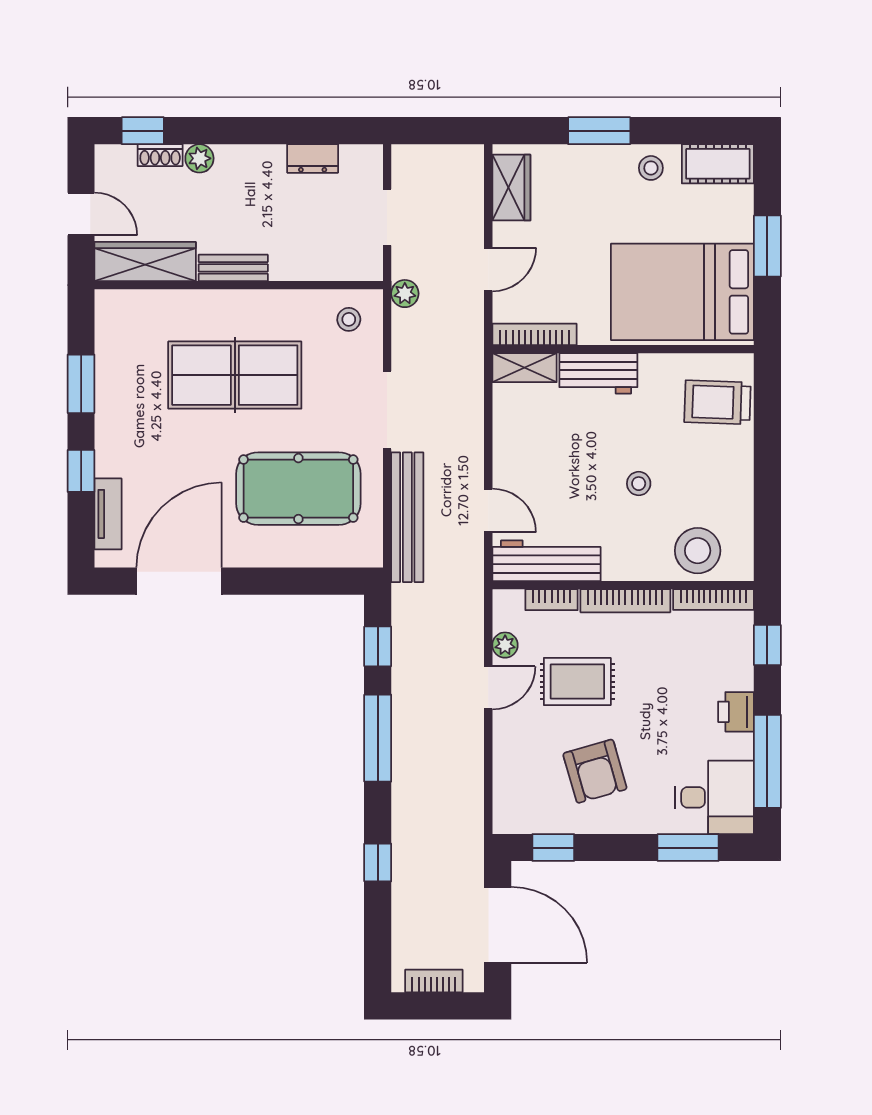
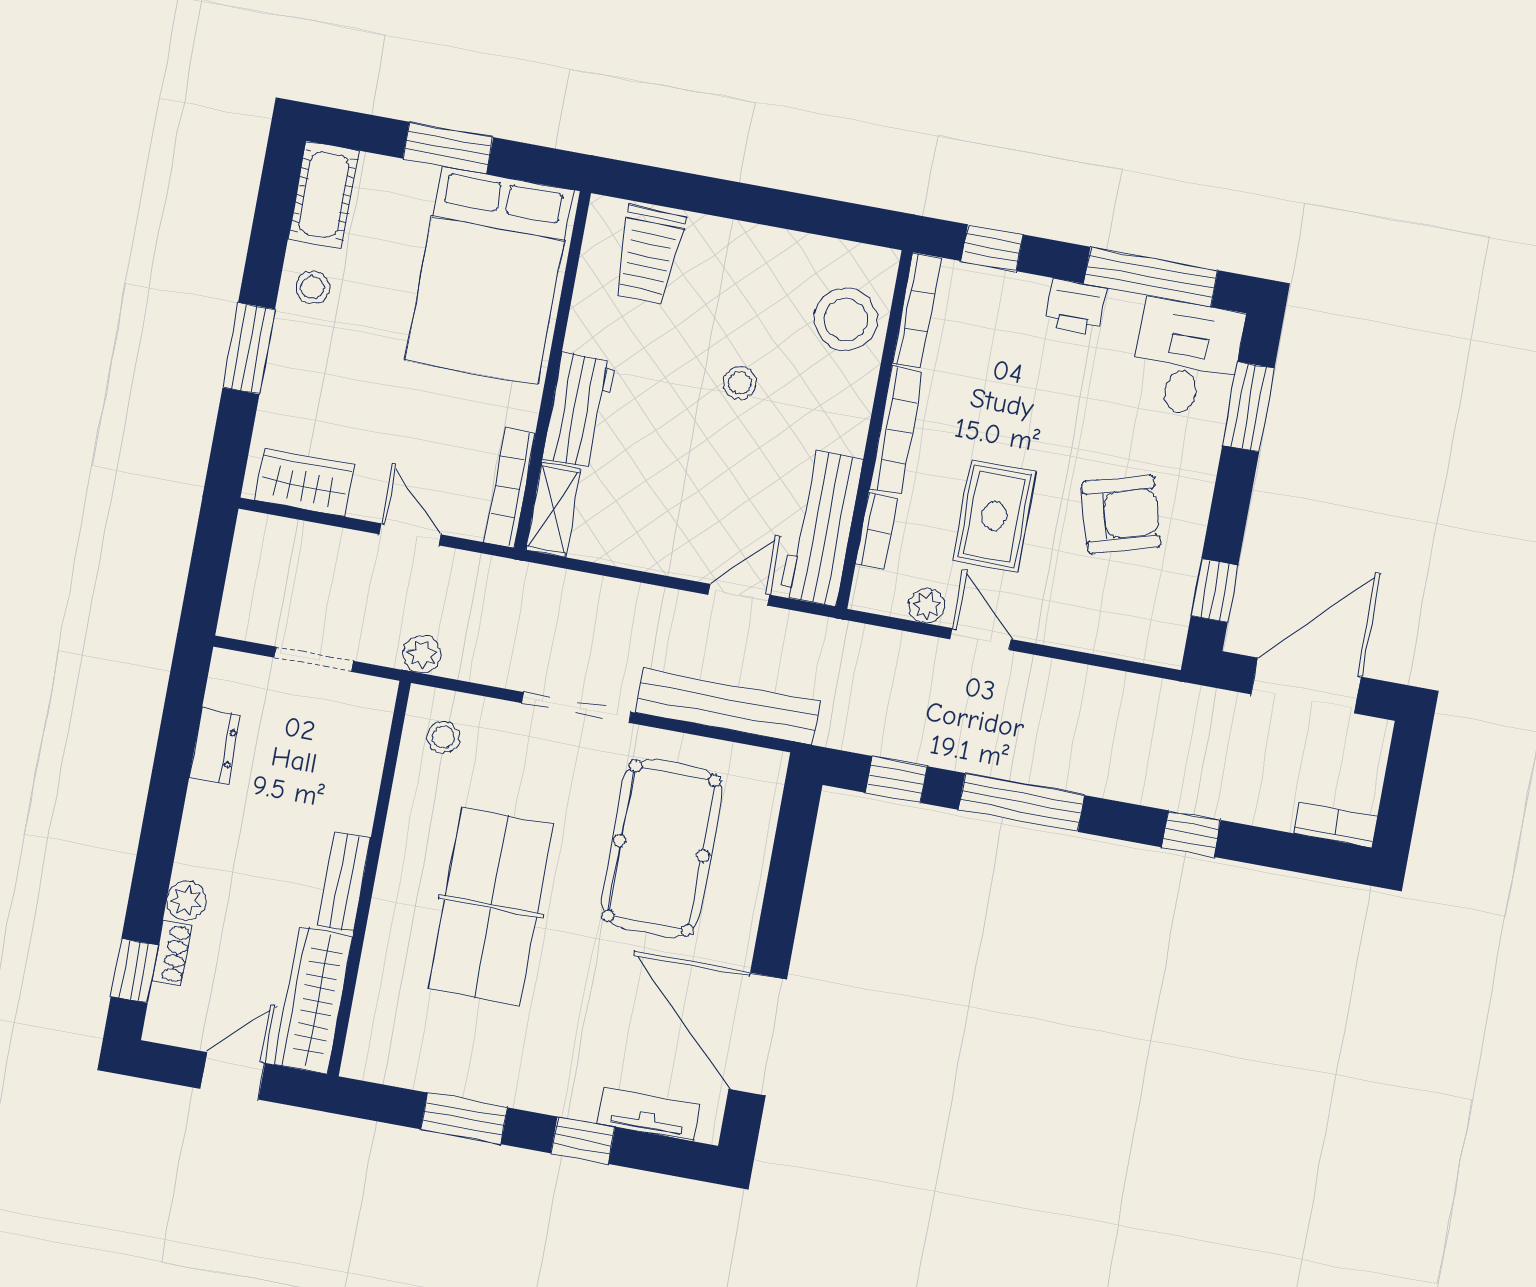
bookcase: (434, 981) -> (1335, 825), moved, turned 90

